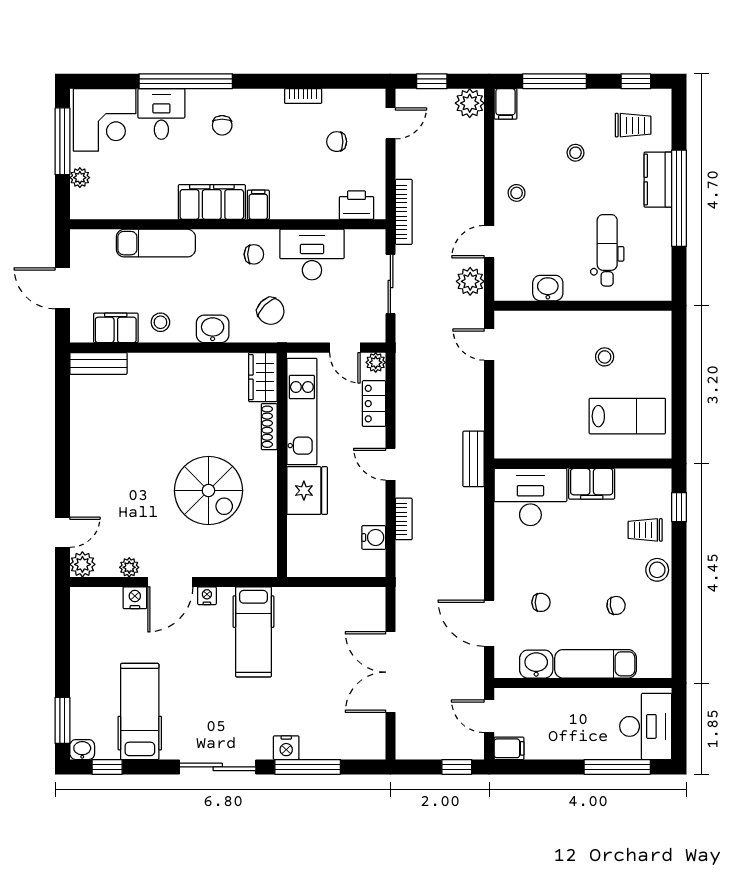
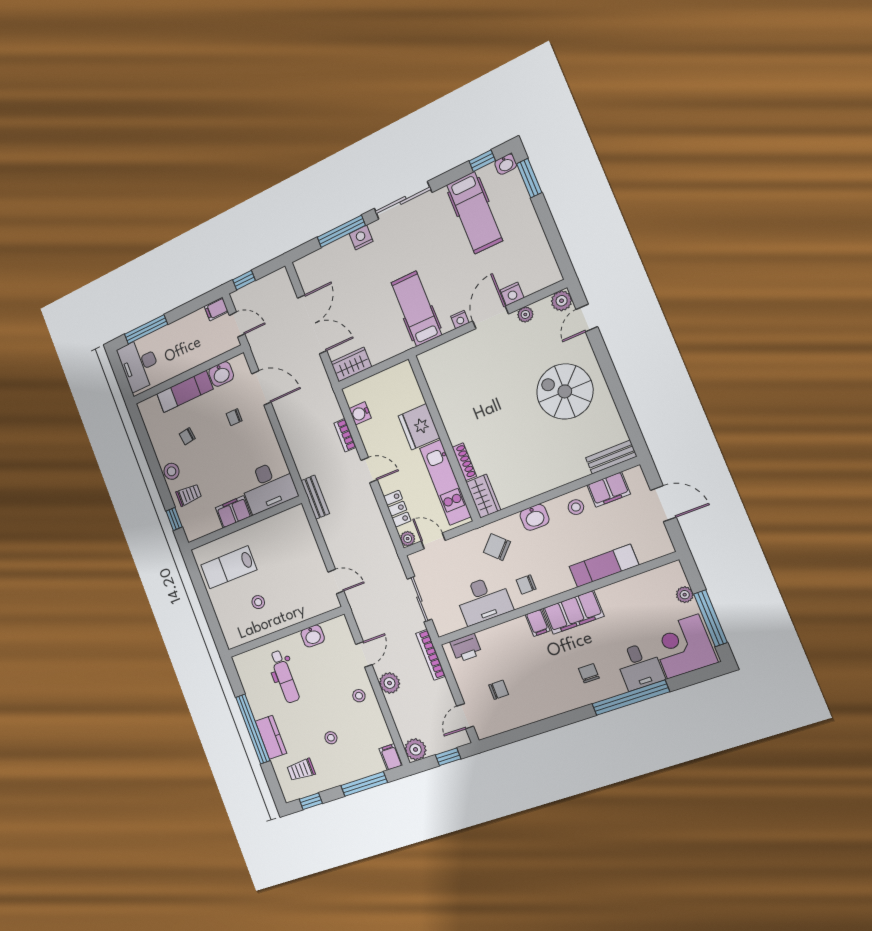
bookcase: (303, 96) -> (537, 716), removed
plant: (470, 281) -> (389, 683), moved
spiral stairs: (208, 491) -> (565, 391), moved
wardrobe: (361, 601) -> (351, 365), added

